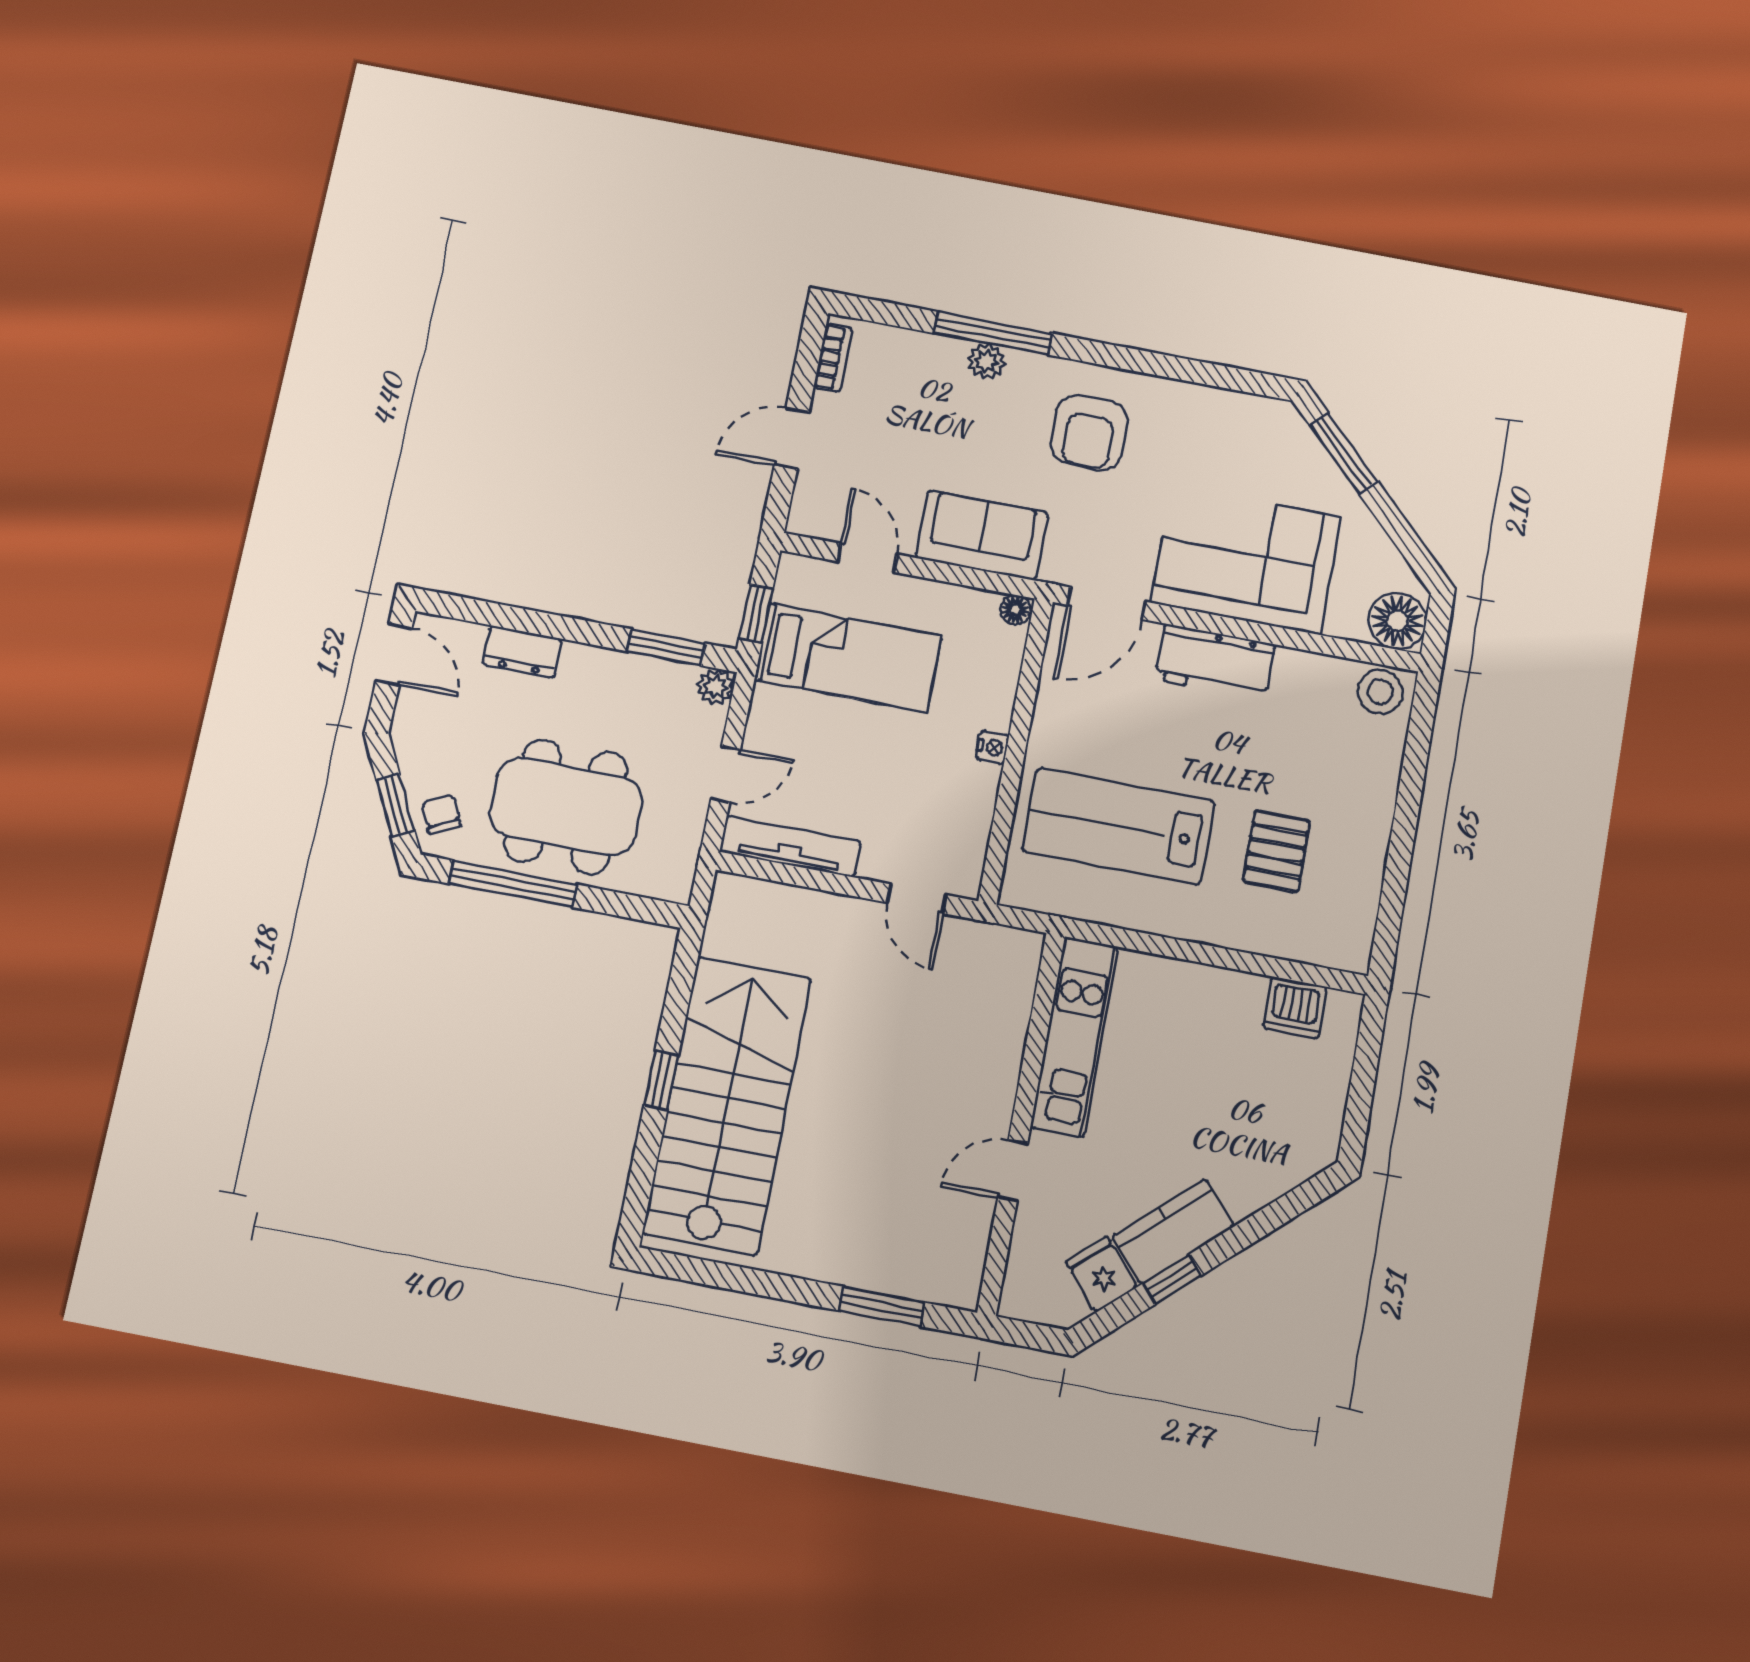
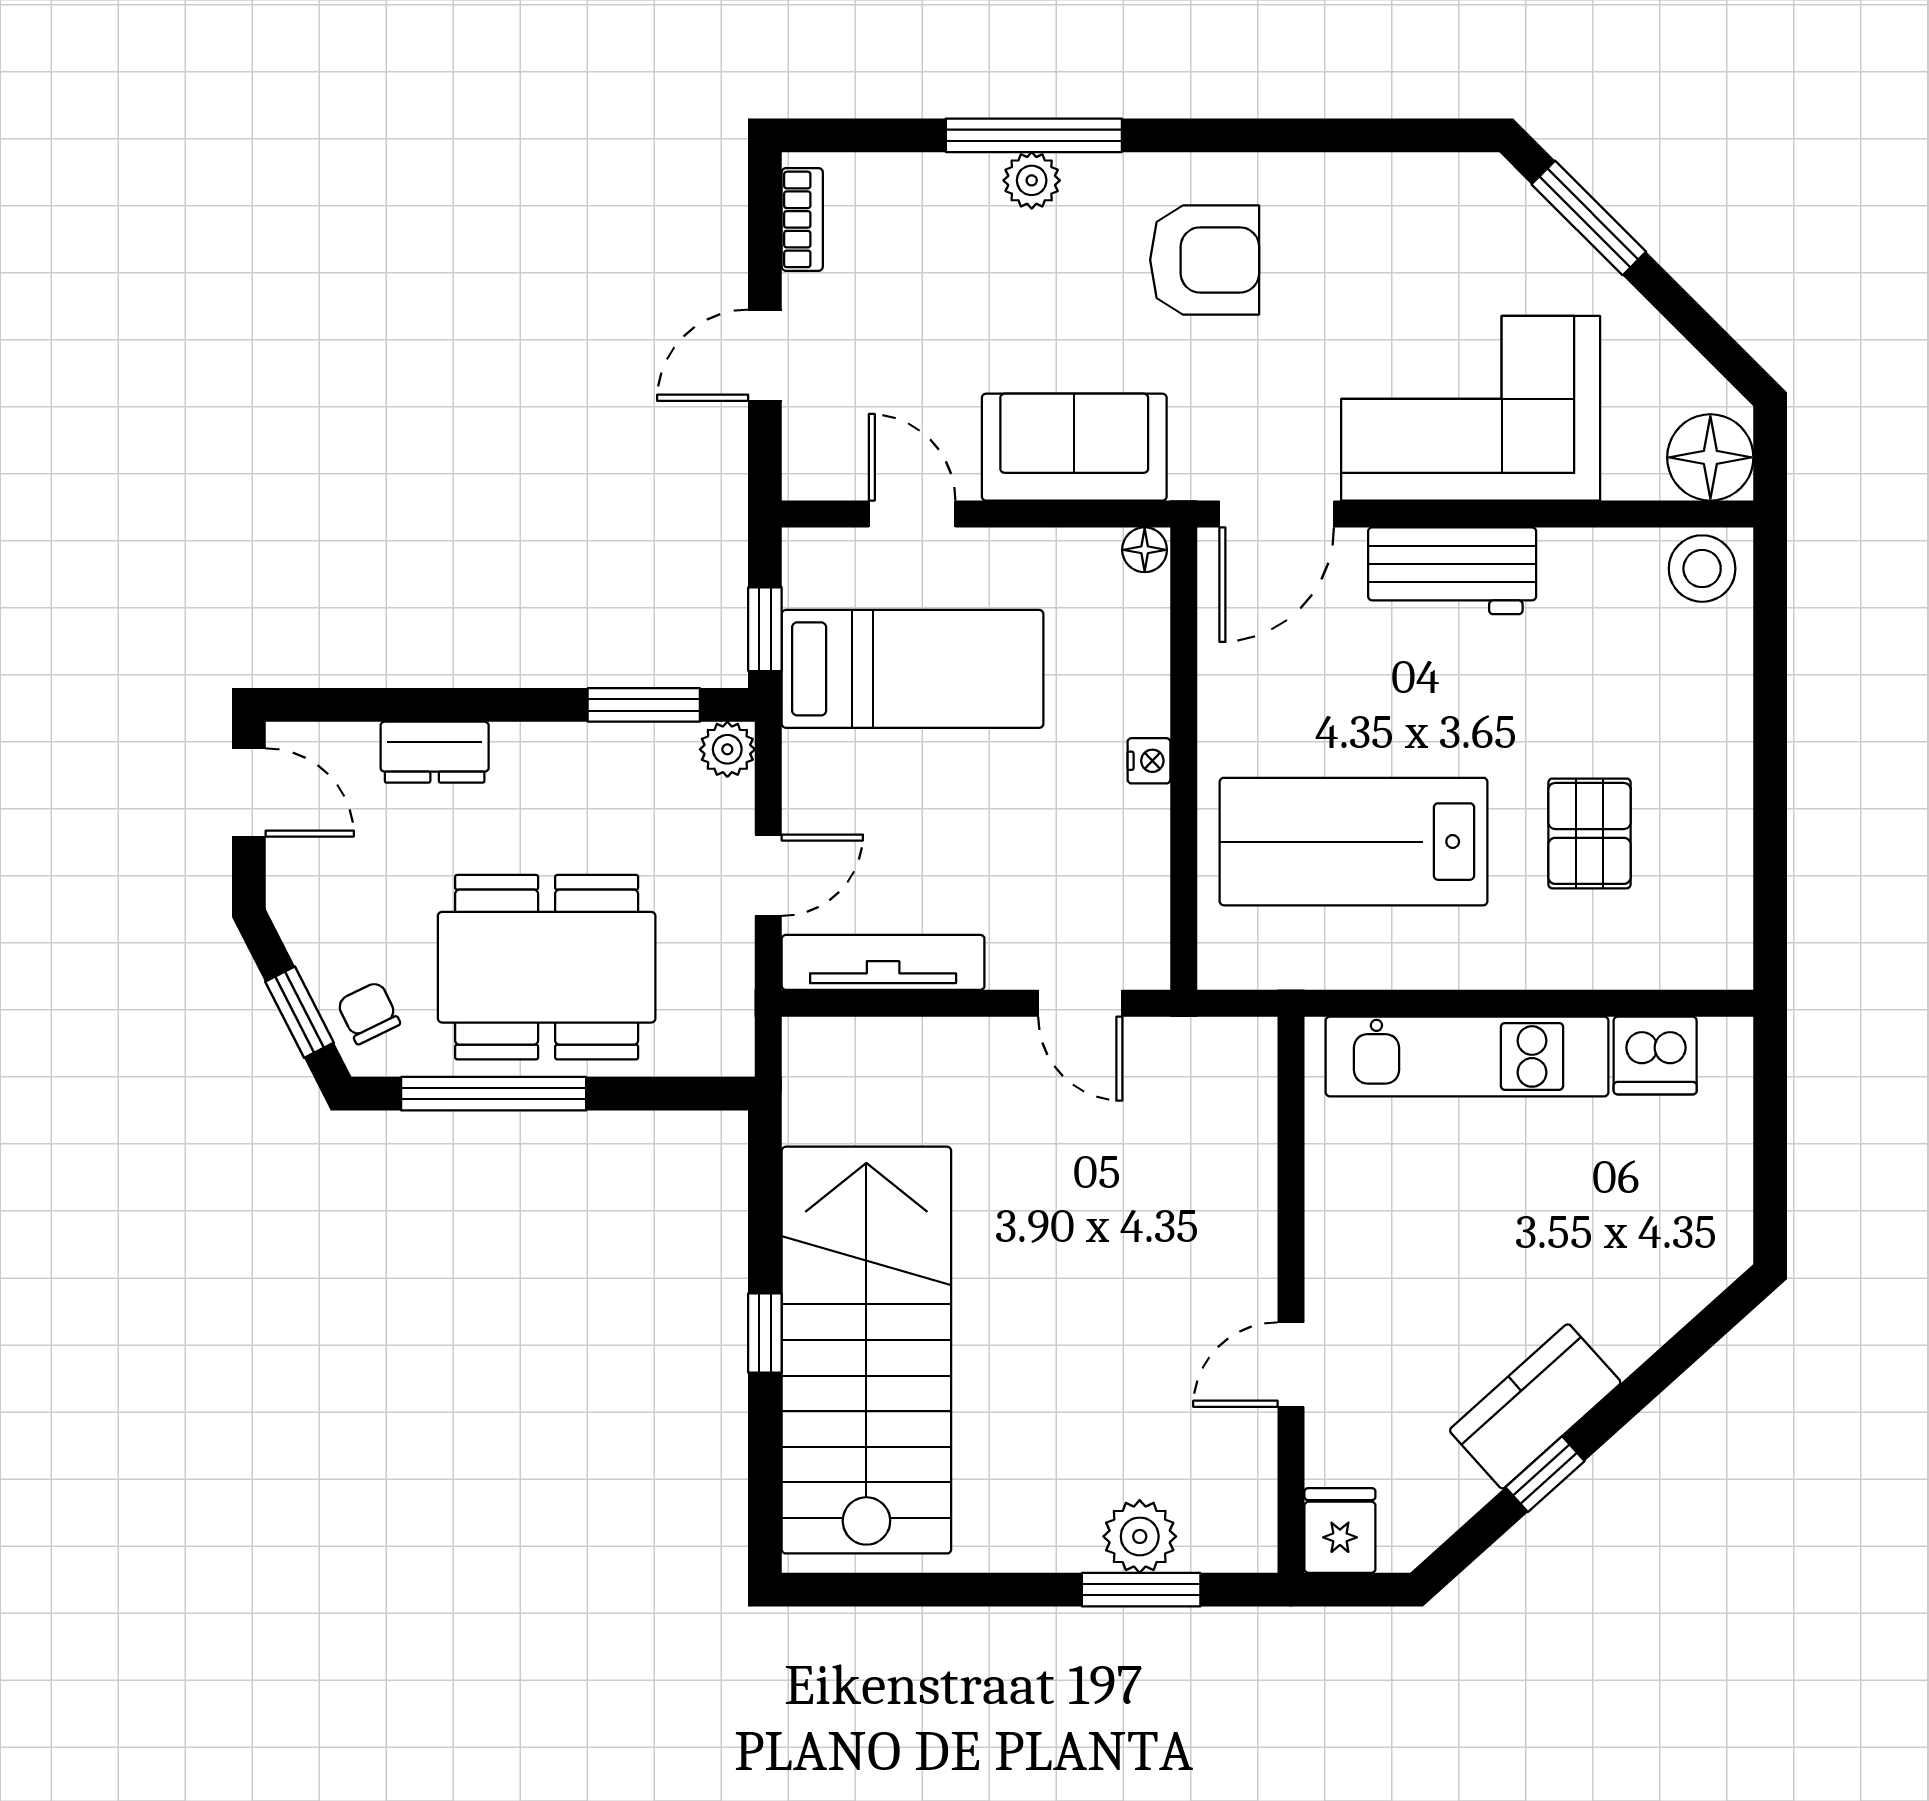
armchair: (1089, 433) -> (1205, 260), turned -90
kitchen unit: (1074, 1037) -> (1467, 1056), moved, turned 90
plant: (888, 1269) -> (1140, 1536), added
fridge: (1101, 1274) -> (1340, 1531), moved, turned 42

